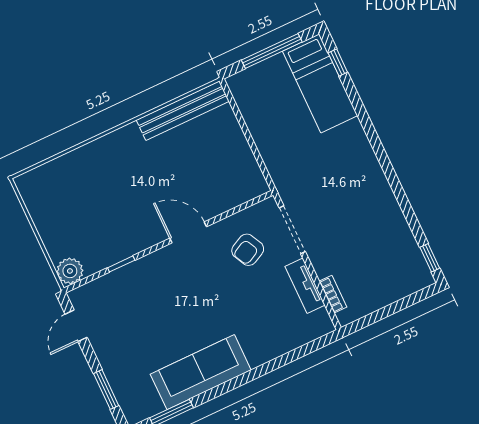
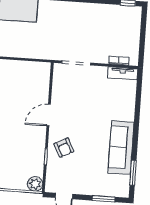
armchair: (248, 250) -> (64, 148), moved
tv unit: (305, 286) -> (123, 73), moved

